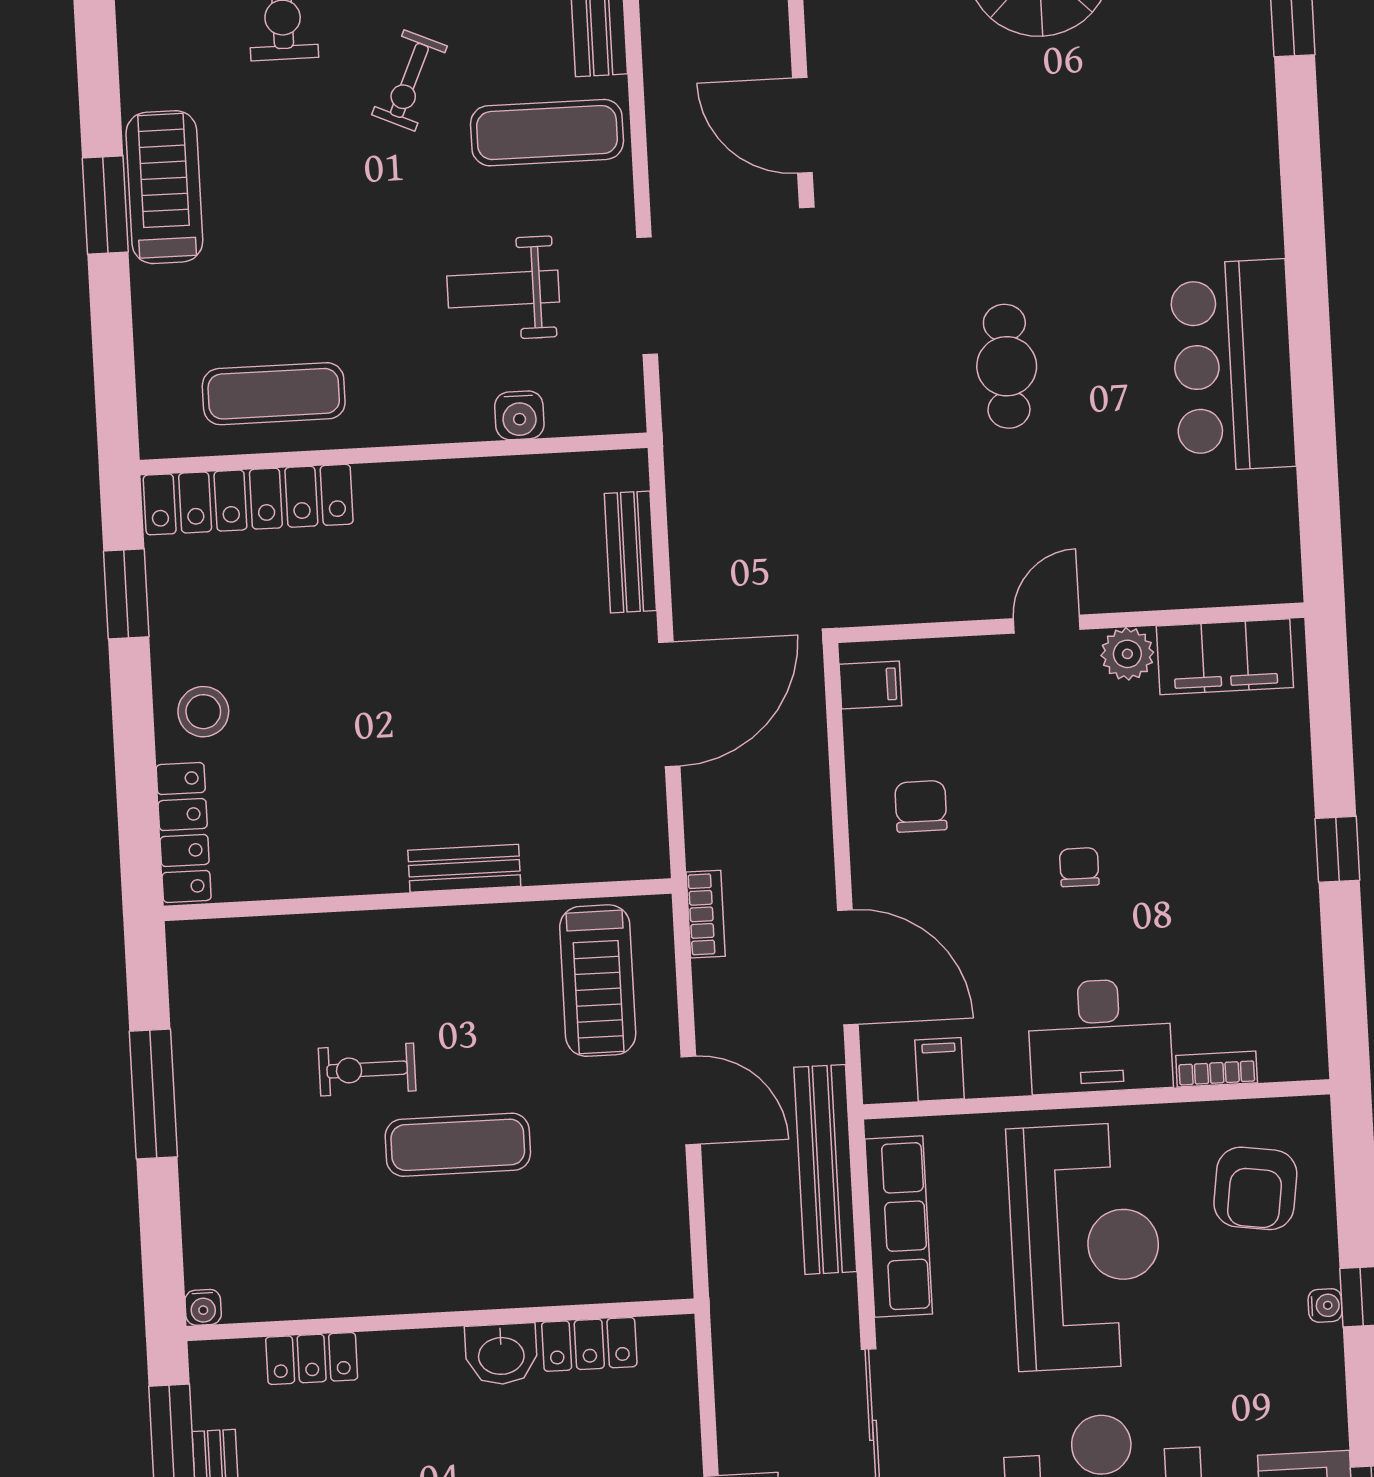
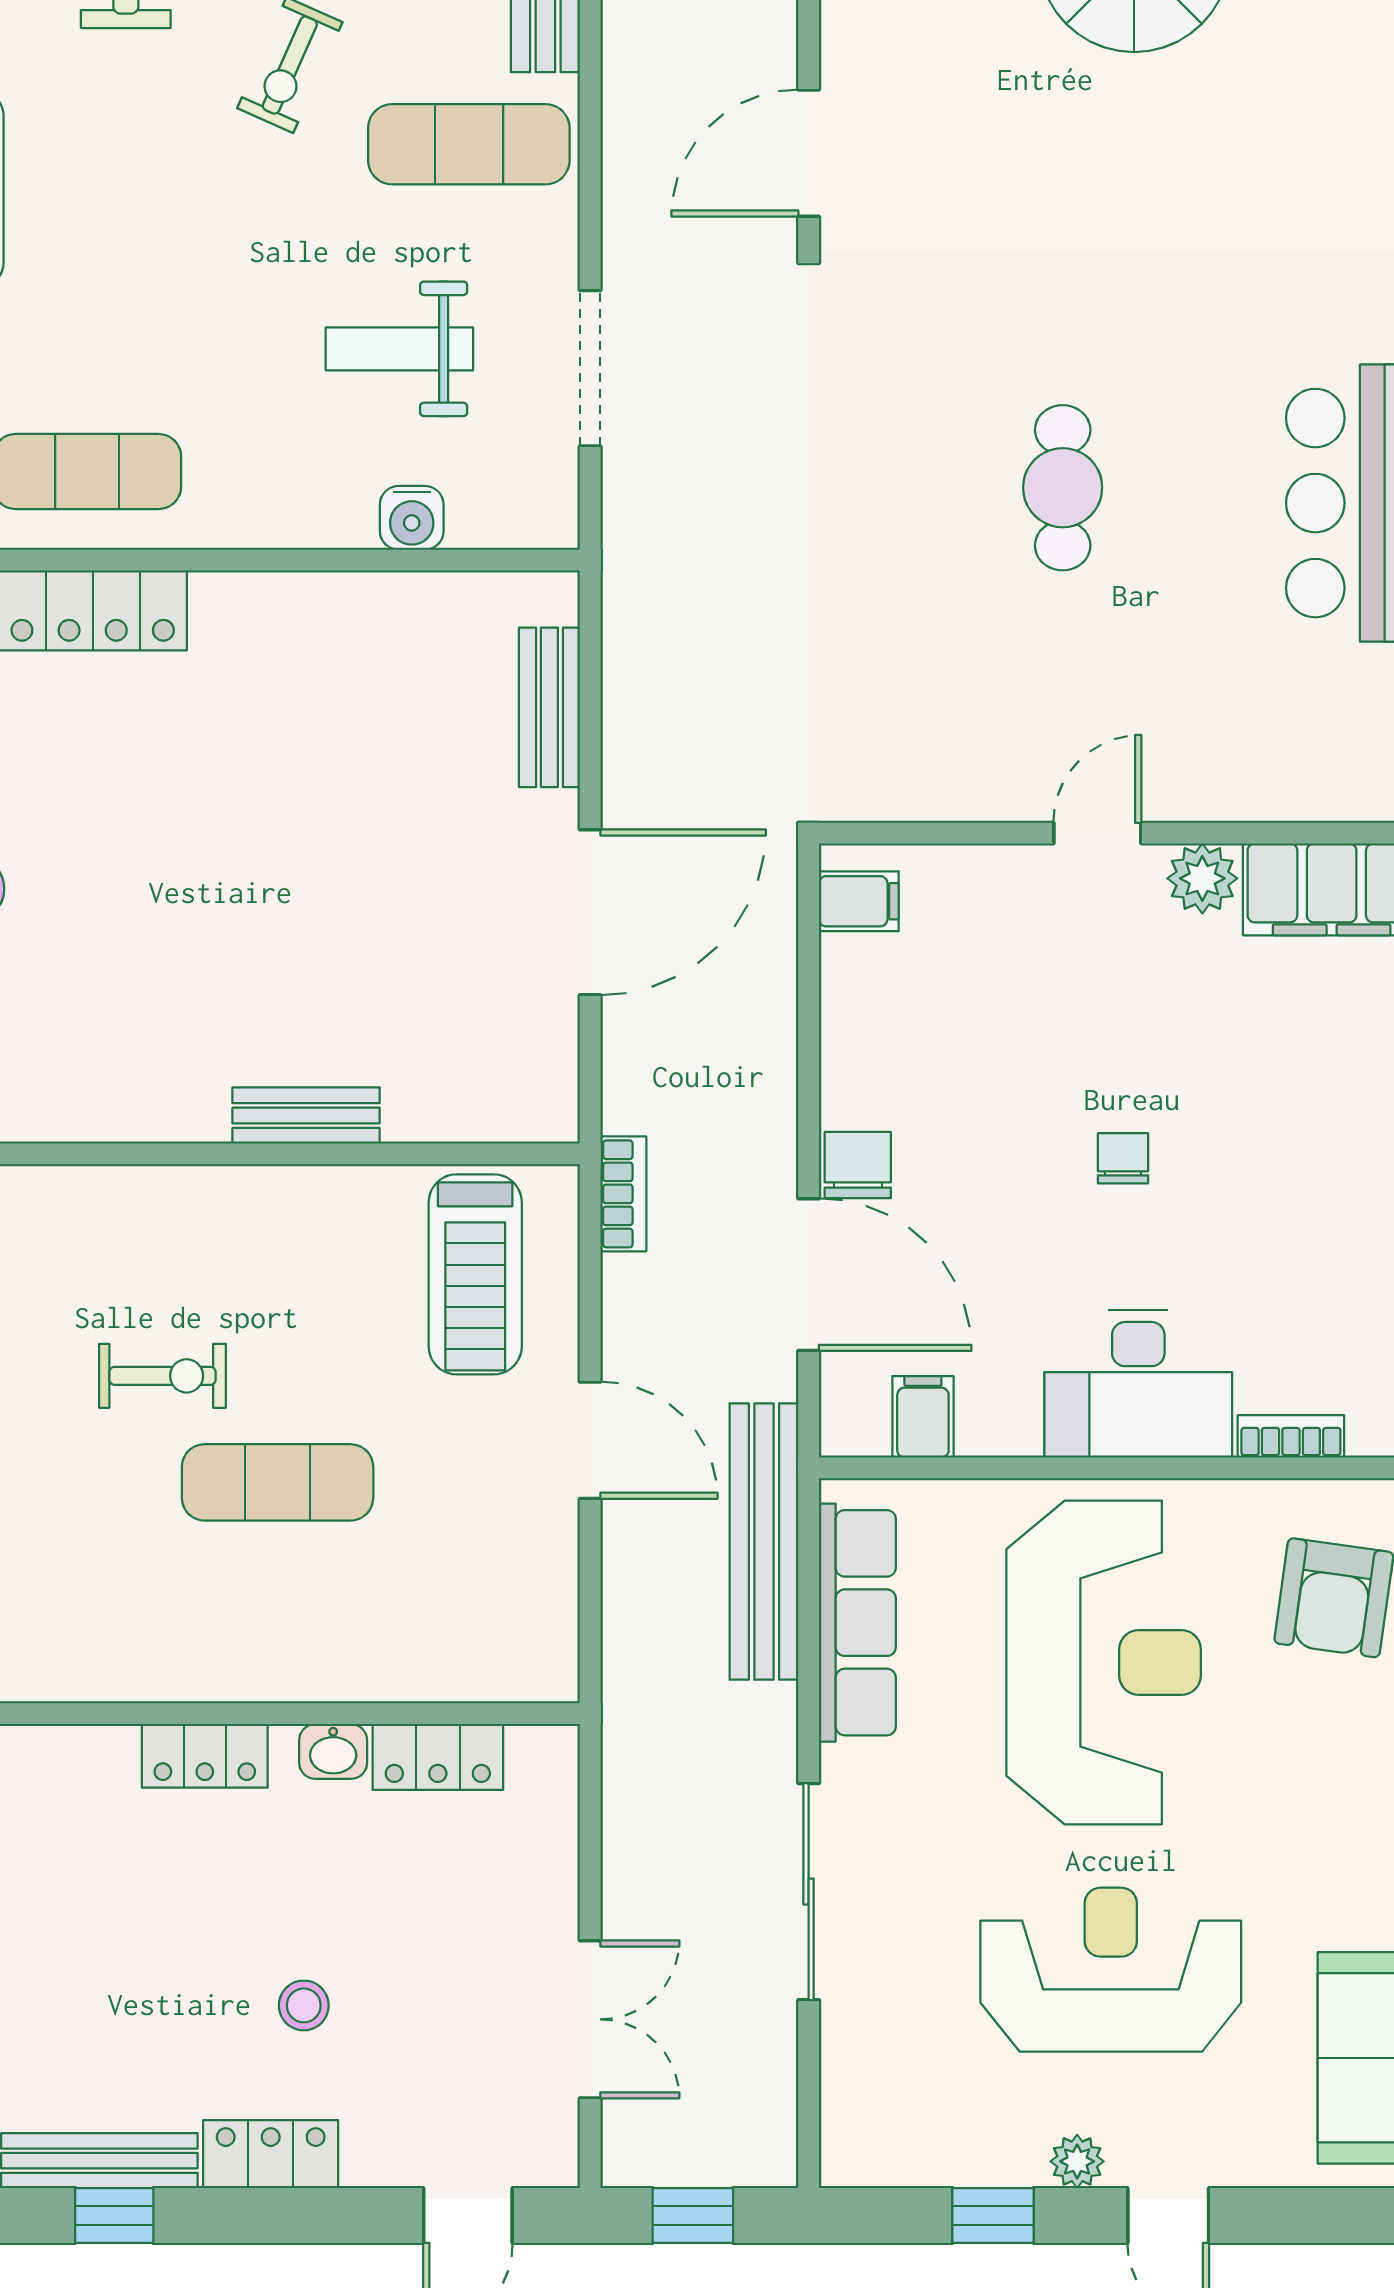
door: (802, 125) -> (809, 153), hinge flipped
chair: (921, 806) -> (858, 1165), moved
exercise bike: (367, 1069) -> (163, 1376), turned 180
washbasin: (501, 1354) -> (333, 1751), width x0.72, depth x0.69
locker: (312, 1358) -> (205, 1756), moved

